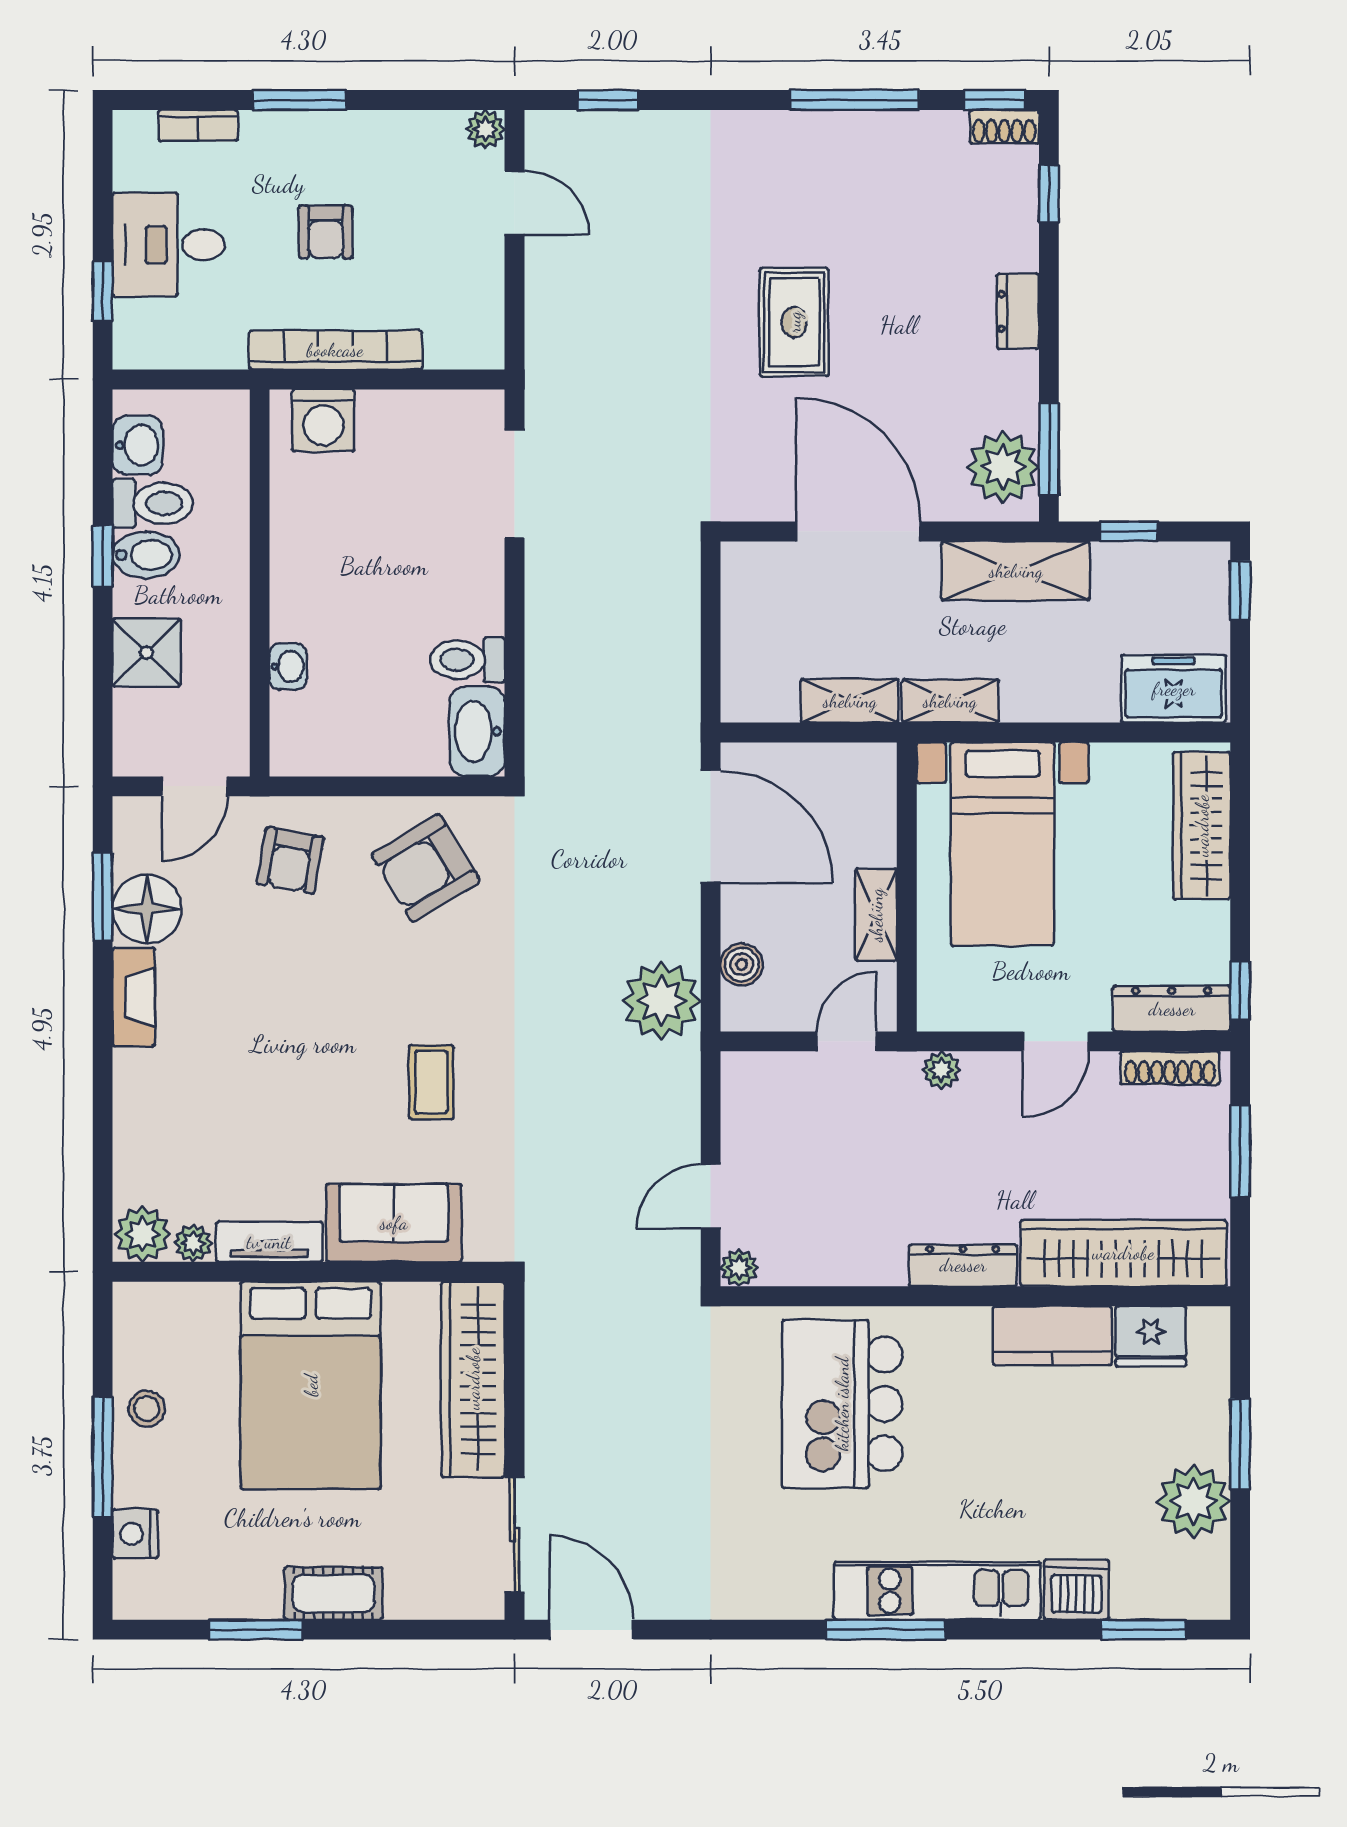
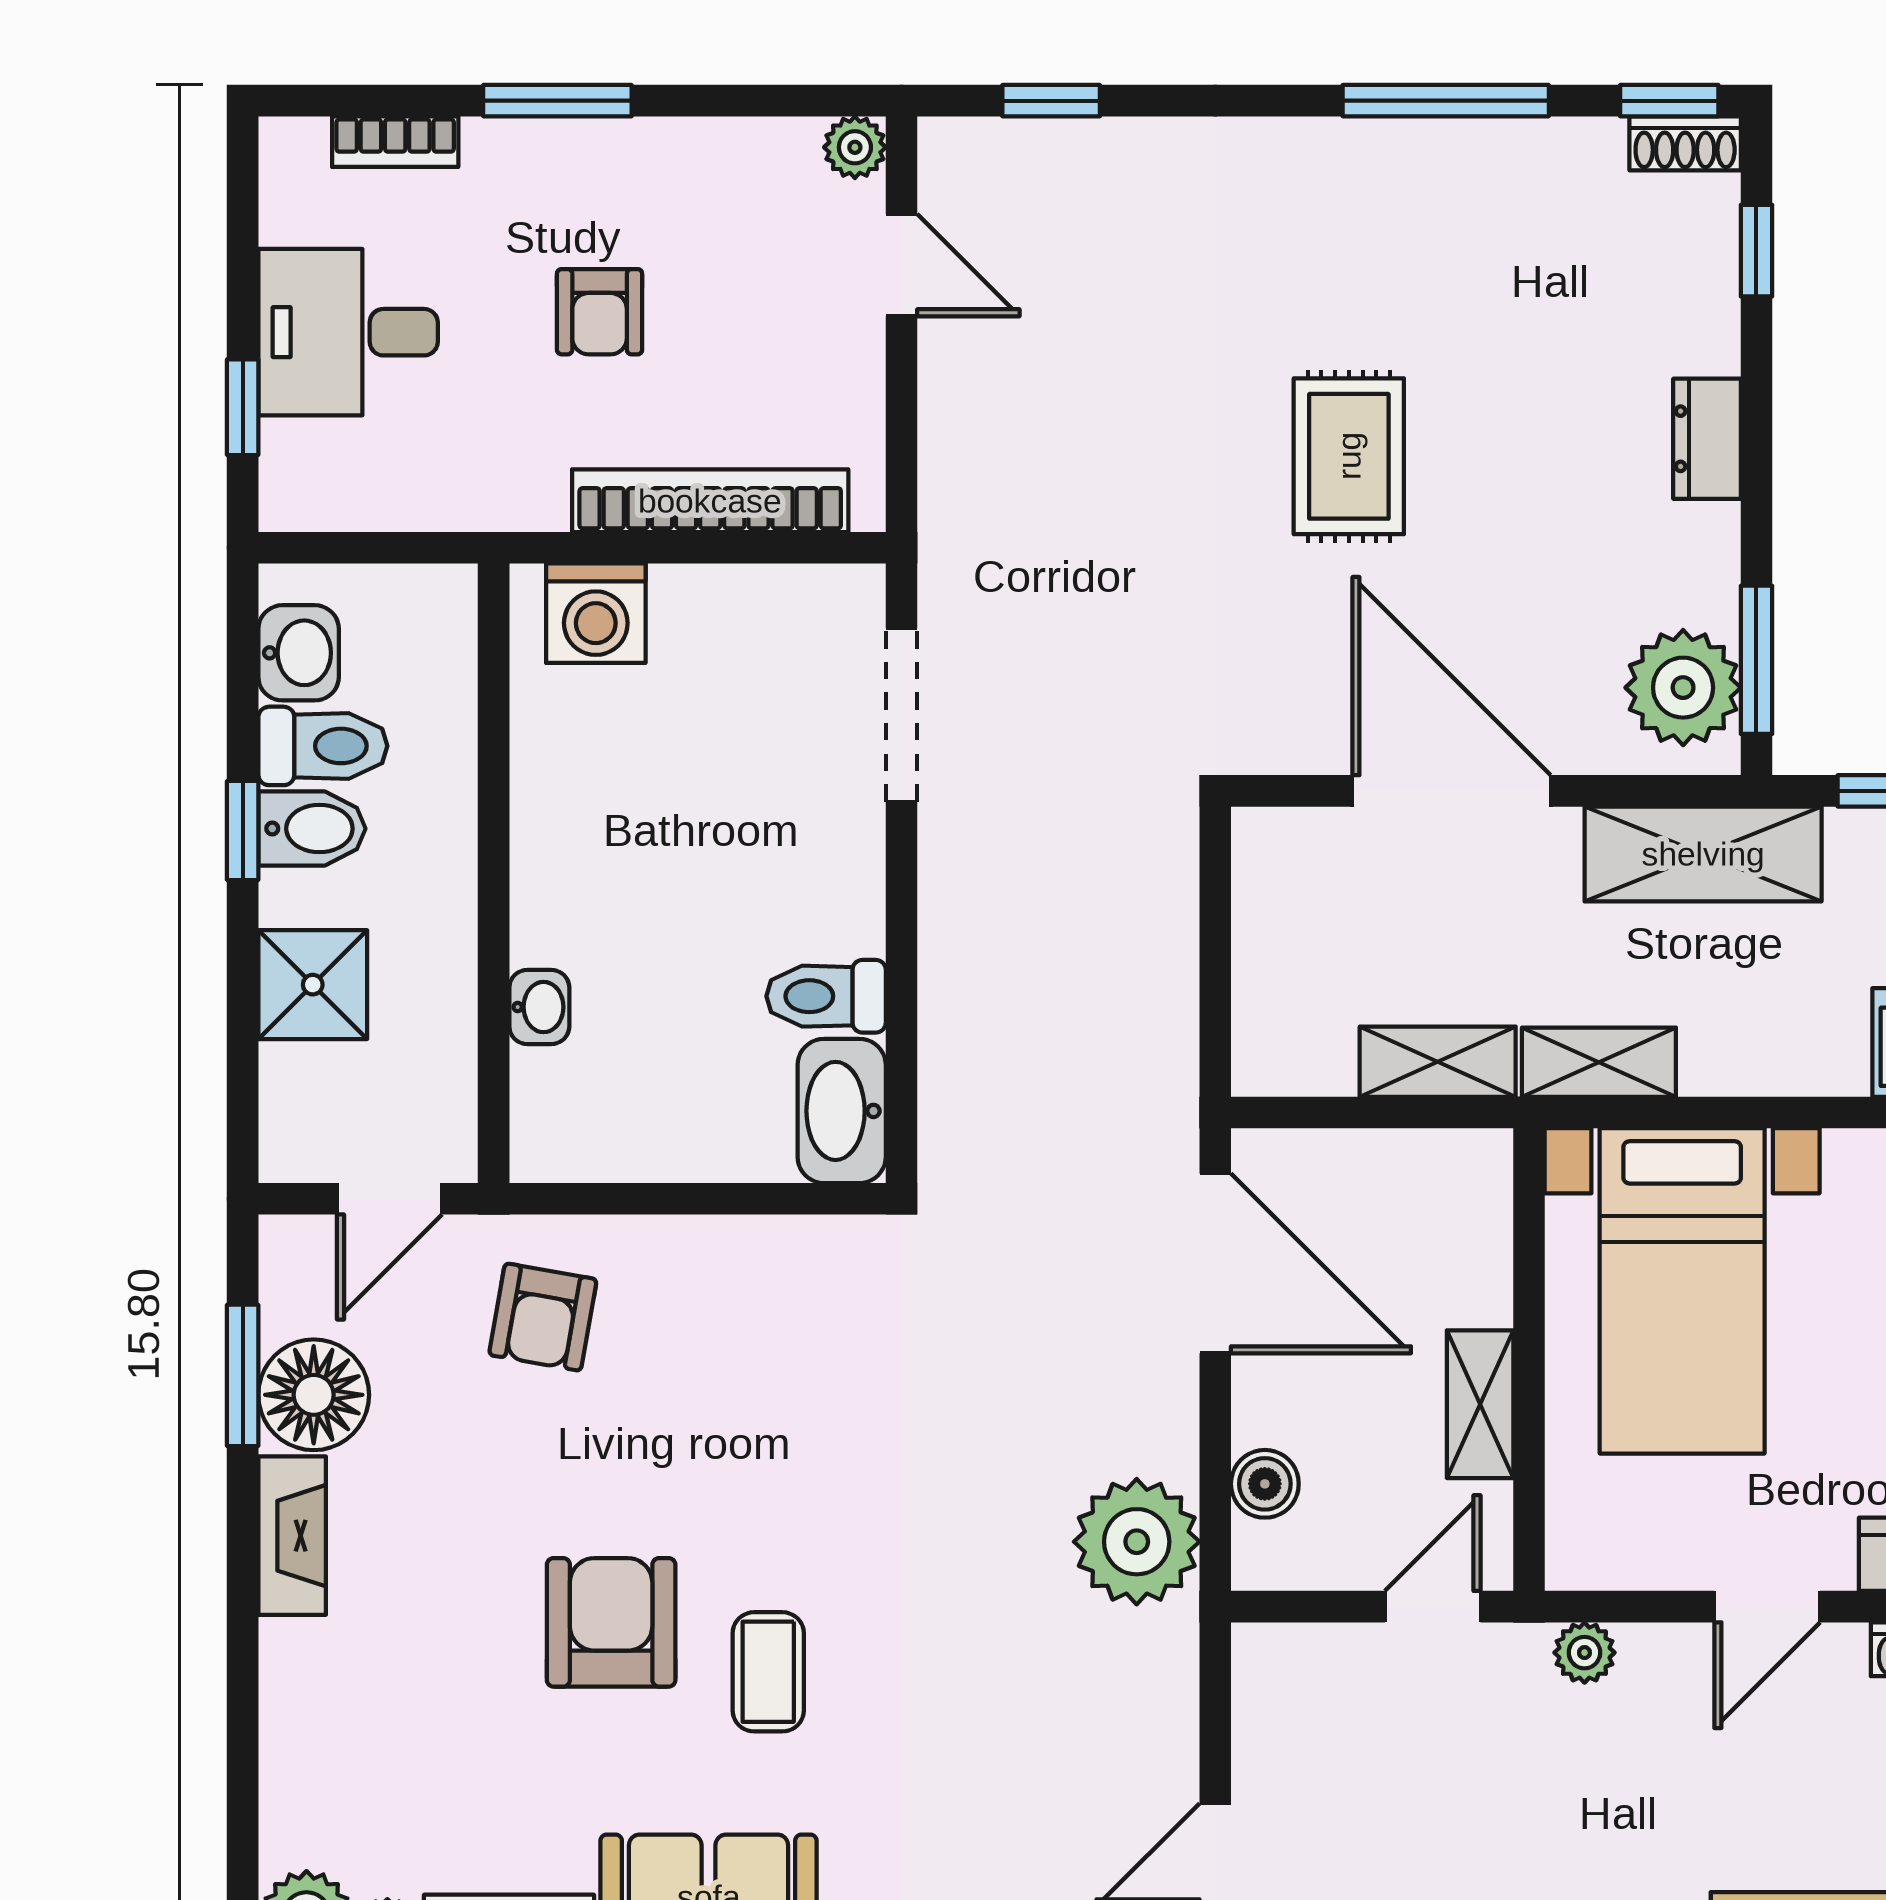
bookcase: (335, 350) -> (710, 501), moved
armchair: (426, 868) -> (611, 1622), moved, turned 121

